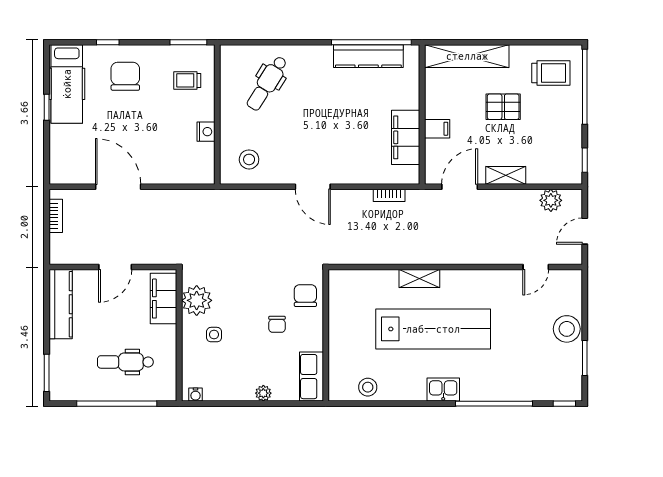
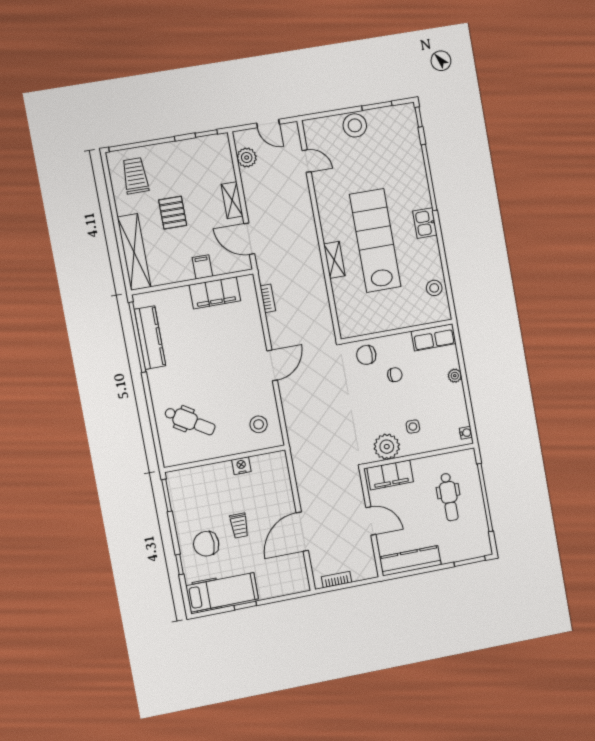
trolley: (187, 80) -> (239, 526), moved

